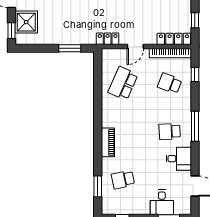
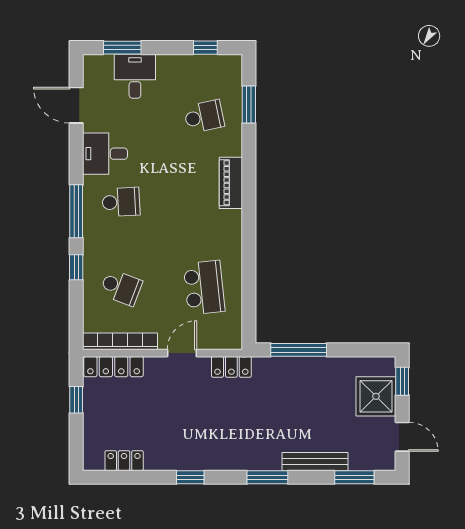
window: (70, 48) -> (299, 350), width x1.44
window: (195, 74) -> (76, 267), moved
school desk: (123, 83) -> (204, 287), turned -30

